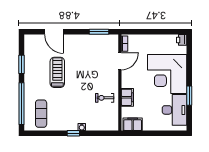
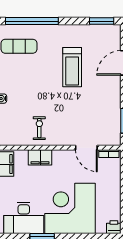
window: (22, 64) -> (102, 21), moved
treadmill: (57, 72) -> (72, 67), turned 90

